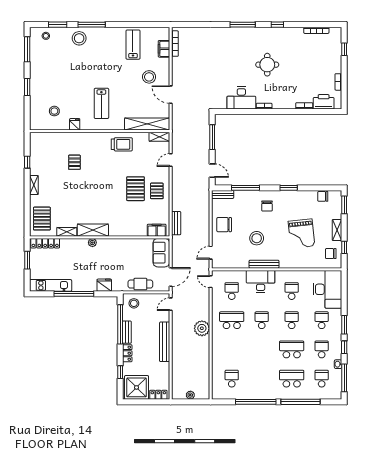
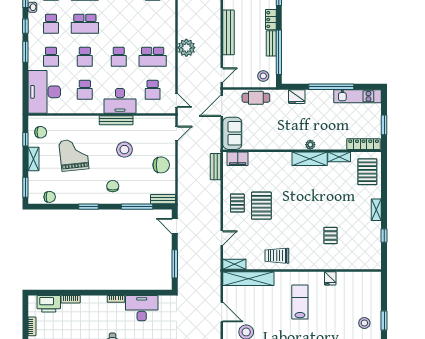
stool: (54, 111) -> (364, 323), moved

